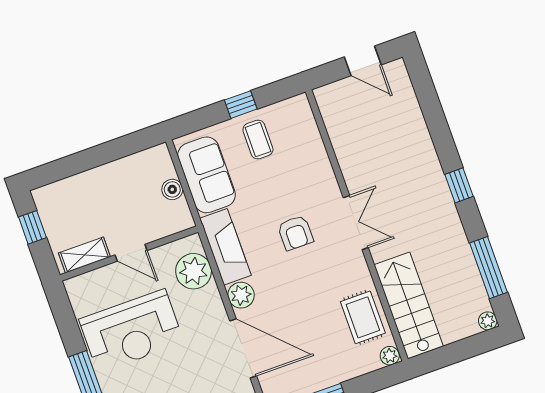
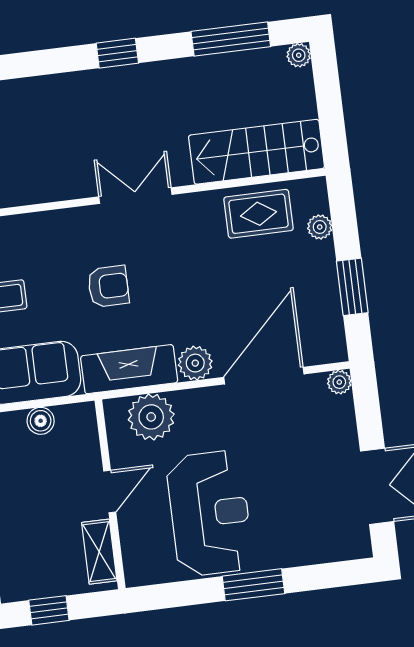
armchair: (295, 233) -> (108, 286), moved
plant: (390, 356) -> (320, 227), moved

